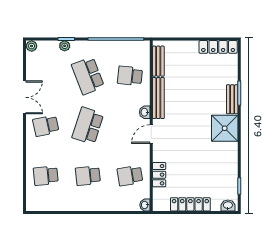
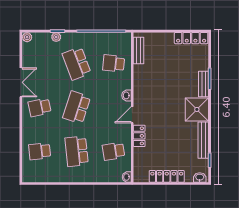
bench: (158, 98) -> (203, 140), moved
locker: (159, 175) -> (139, 136), moved
school desk: (88, 176) -> (77, 151), width x1.85

